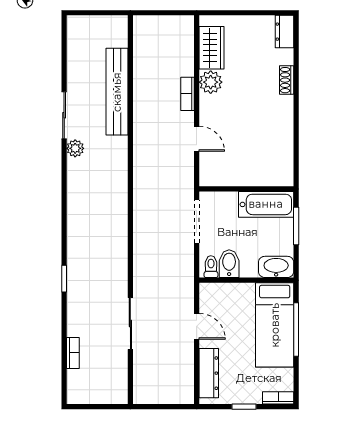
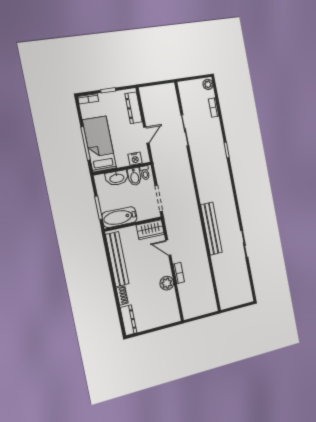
dresser: (285, 32) -> (128, 320), width x1.44
wardrobe: (212, 48) -> (150, 230), moved, turned -90
bench: (117, 92) -> (211, 229), moved
bench: (283, 139) -> (117, 259), added
plant: (75, 148) -> (208, 84), moved
washbasin: (276, 267) -> (117, 178), moved
nightstand: (223, 292) -> (135, 159), added
door: (197, 326) -> (146, 135), swing flipped

